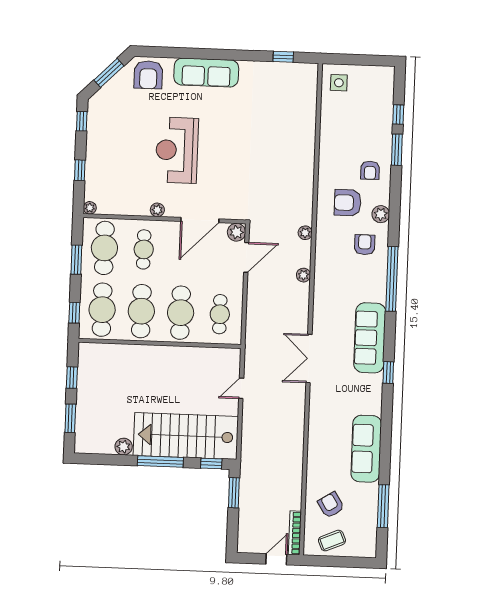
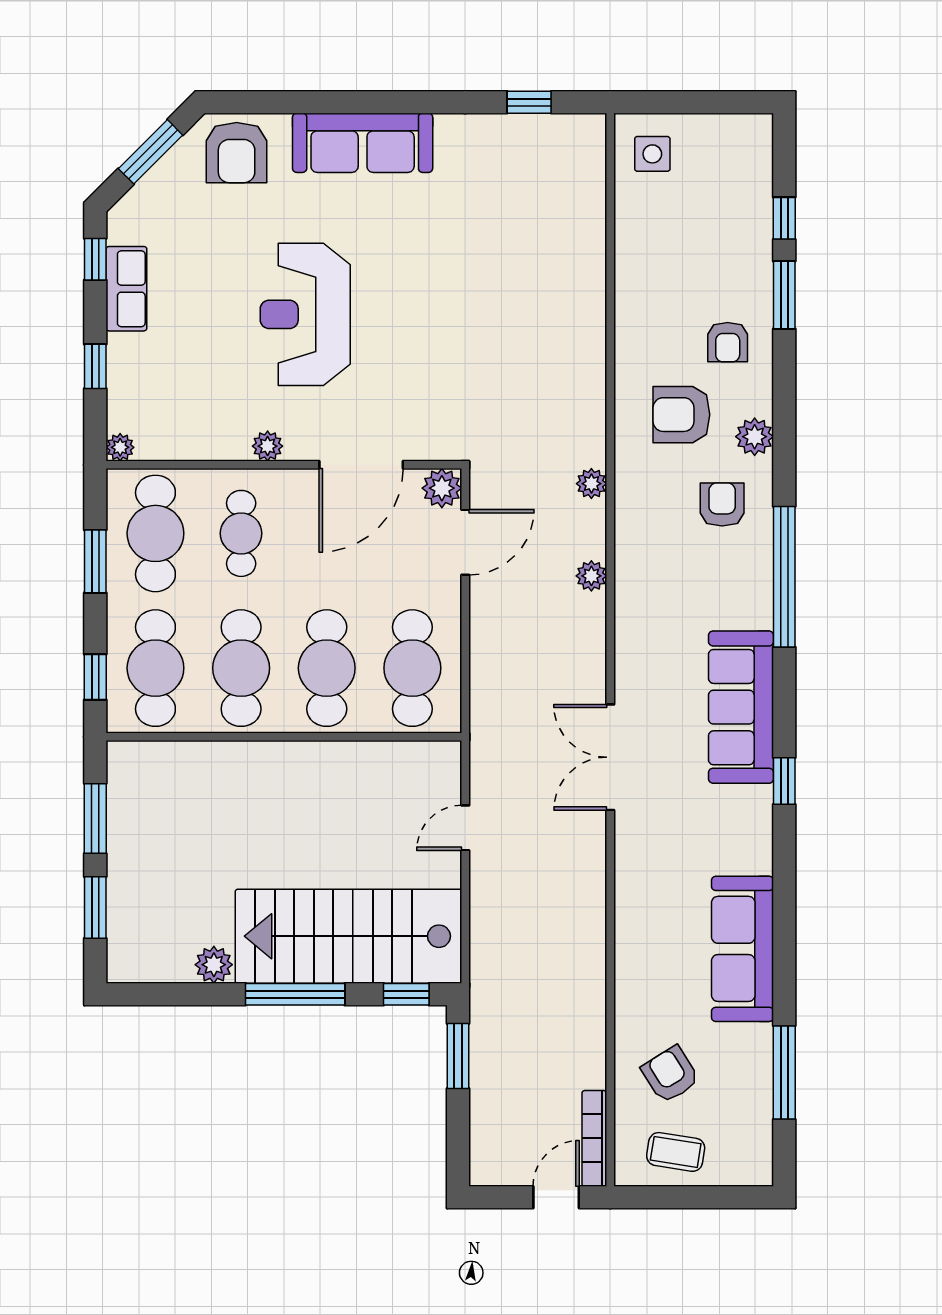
row of seats: (95, 135) -> (126, 289), added
cafe table: (220, 314) -> (412, 668), width x1.37, depth x1.35
window: (72, 378) -> (95, 819), width x1.50
coffee table: (332, 541) -> (676, 1152), turned 32

